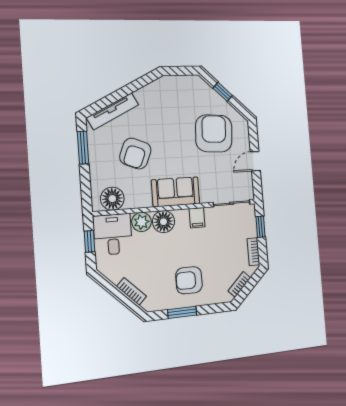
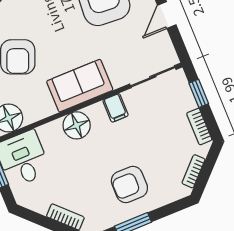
plant: (142, 222) -> (51, 134), removed

